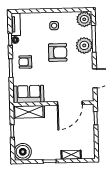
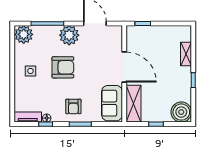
plant: (84, 45) -> (69, 35), moved
armchair: (58, 52) -> (63, 67), turned 90
door: (70, 103) -> (124, 67), moved

